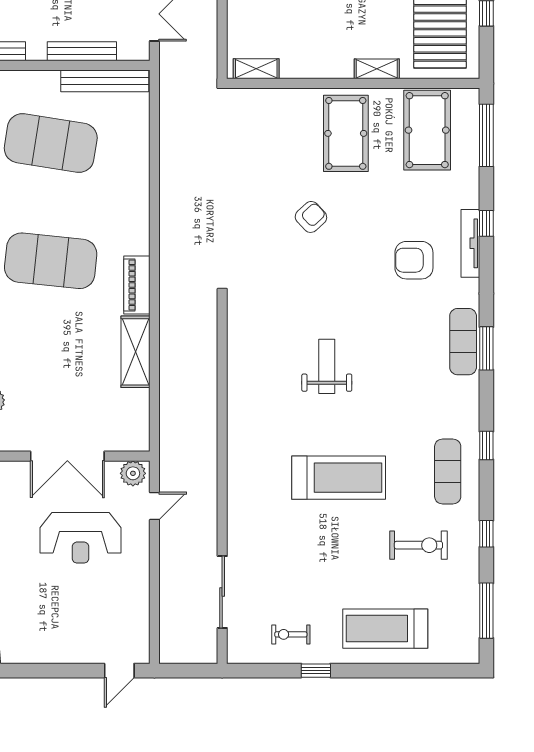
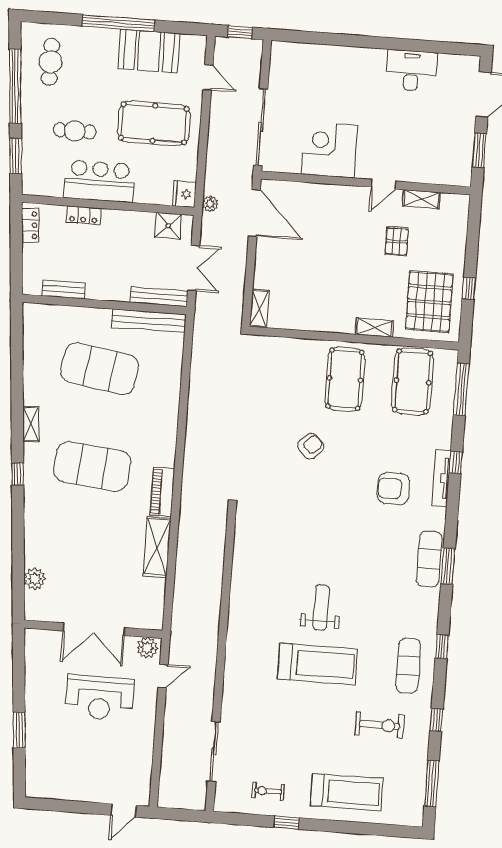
bench: (82, 51) -> (159, 297), moved
shelving: (256, 69) -> (259, 308), moved, turned 90
weight bench: (327, 366) -> (321, 608), moved
treadmill: (385, 629) -> (347, 792), turned 180

